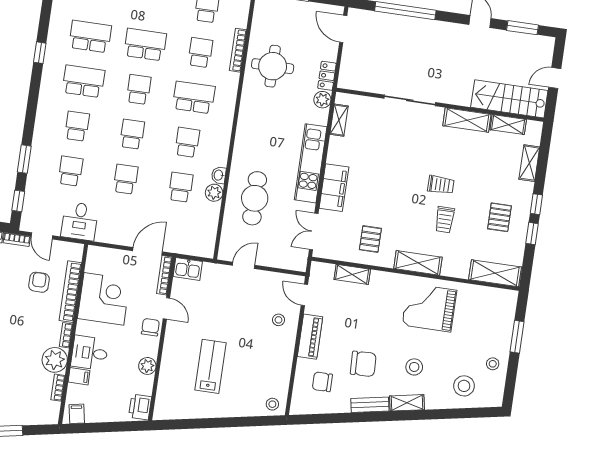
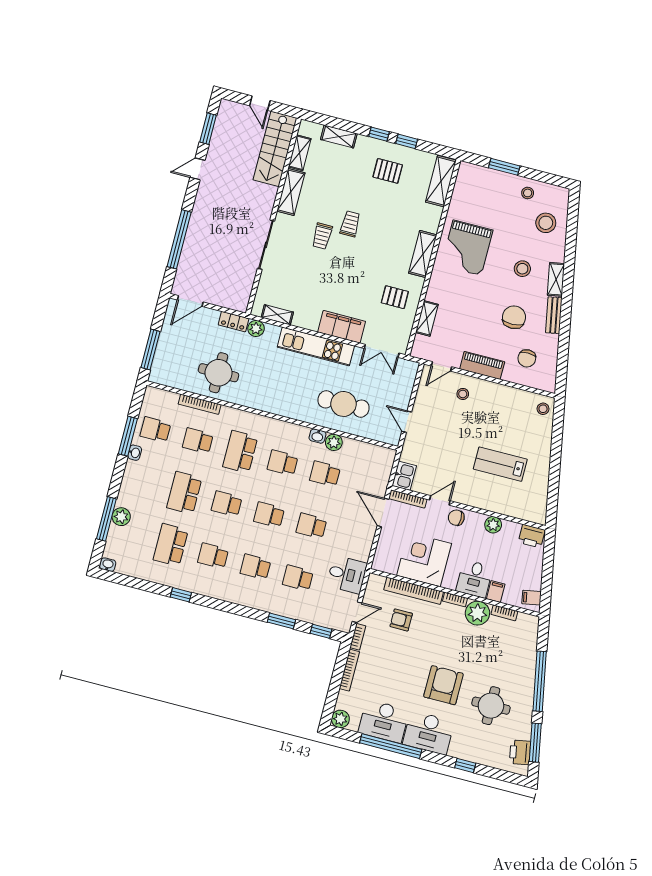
school desk: (84, 81) -> (213, 556), width x0.54
trolley: (445, 220) -> (322, 236), moved, turned 90

